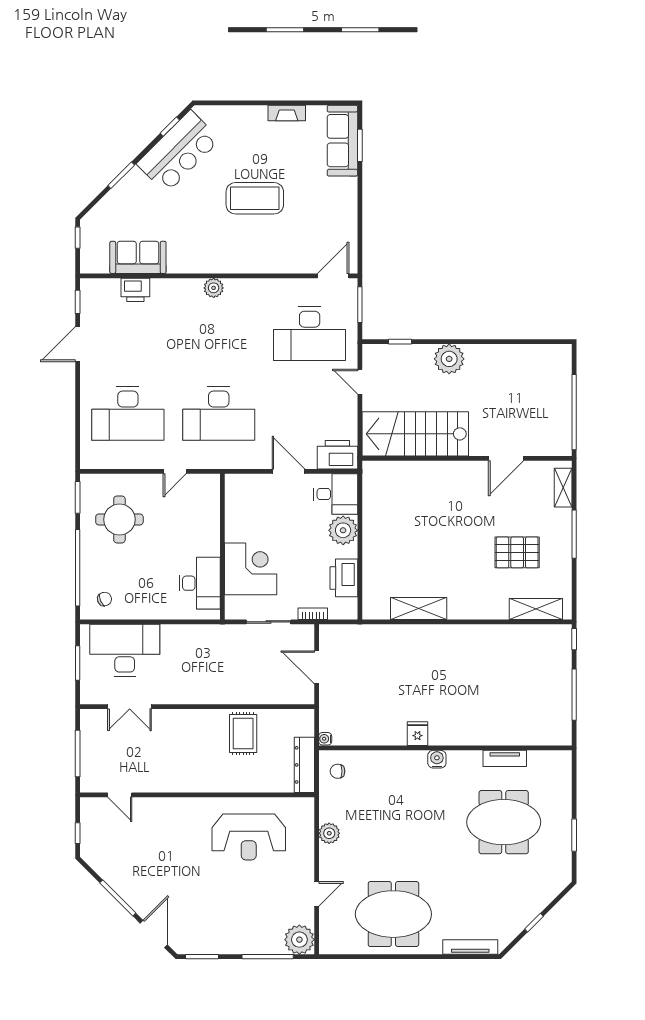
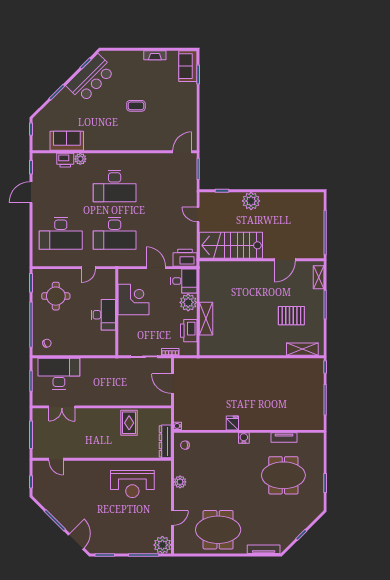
sofa: (342, 141) -> (188, 66), width x0.73
coffee table: (255, 198) -> (136, 106), width x0.54, depth x0.58
plant: (214, 288) -> (80, 159), moved
desk: (310, 334) -> (115, 186), moved
corner desk: (251, 569) -> (134, 299), moved
desk: (200, 583) -> (103, 315), moved
shelving: (419, 608) -> (206, 319), moved, turned 90

